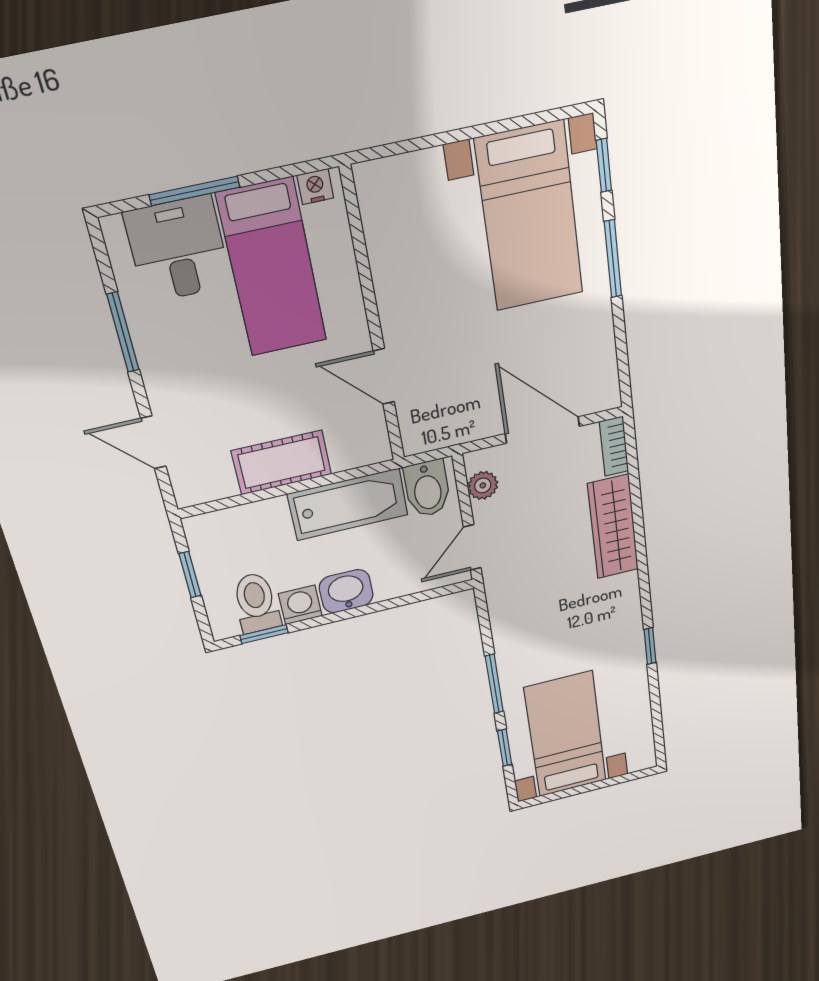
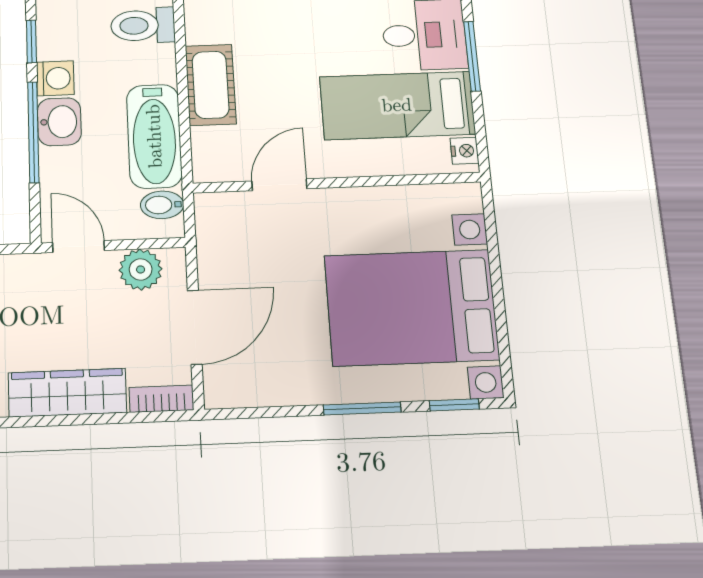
bed with nightstands: (530, 217) -> (411, 307), width x1.36
plant: (483, 485) -> (141, 269), width x1.38, depth x1.38
bidet: (427, 489) -> (162, 205), width x0.72, depth x0.74
toilet: (256, 603) -> (143, 25), moved, turned 180
window: (361, 611) -> (33, 132), added

